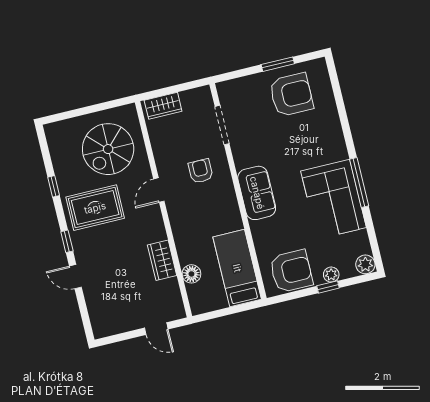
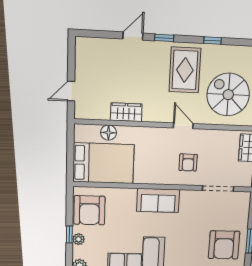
armchair: (201, 171) -> (188, 162), turned 90
bed: (237, 268) -> (103, 163), width x1.50

